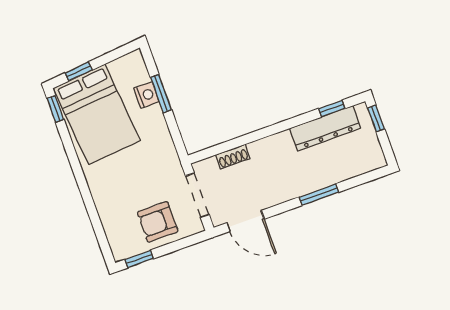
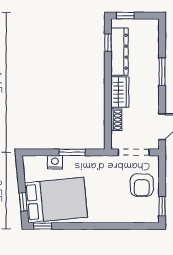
window: (161, 94) -> (72, 152), moved
wardrobe: (271, 148) -> (120, 92), added

